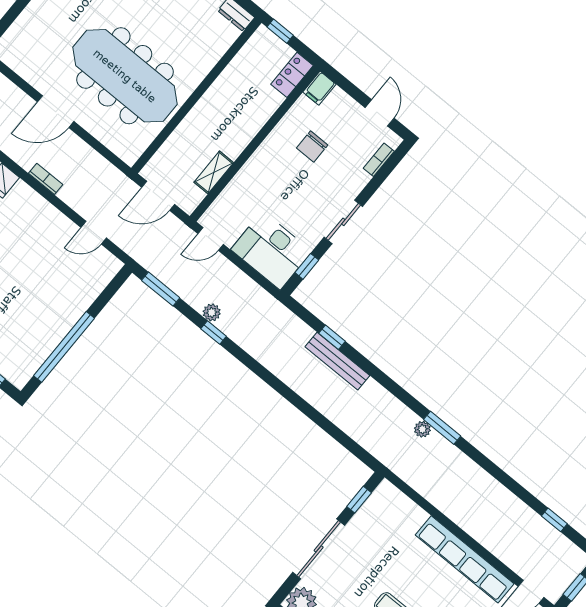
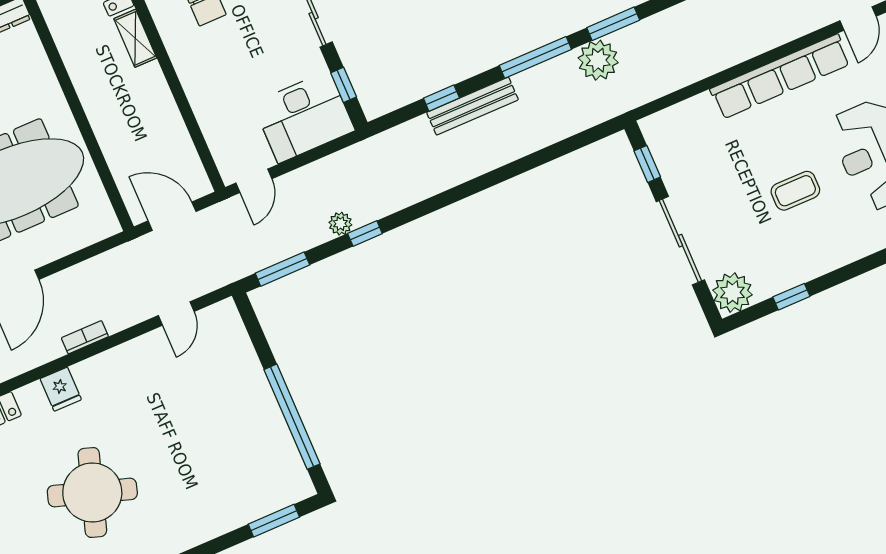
shelving: (214, 172) -> (135, 38), moved
door: (158, 196) -> (172, 216), swing flipped
window: (392, 387) -> (535, 57), added
plant: (422, 429) -> (598, 60), width x1.87, depth x1.87

